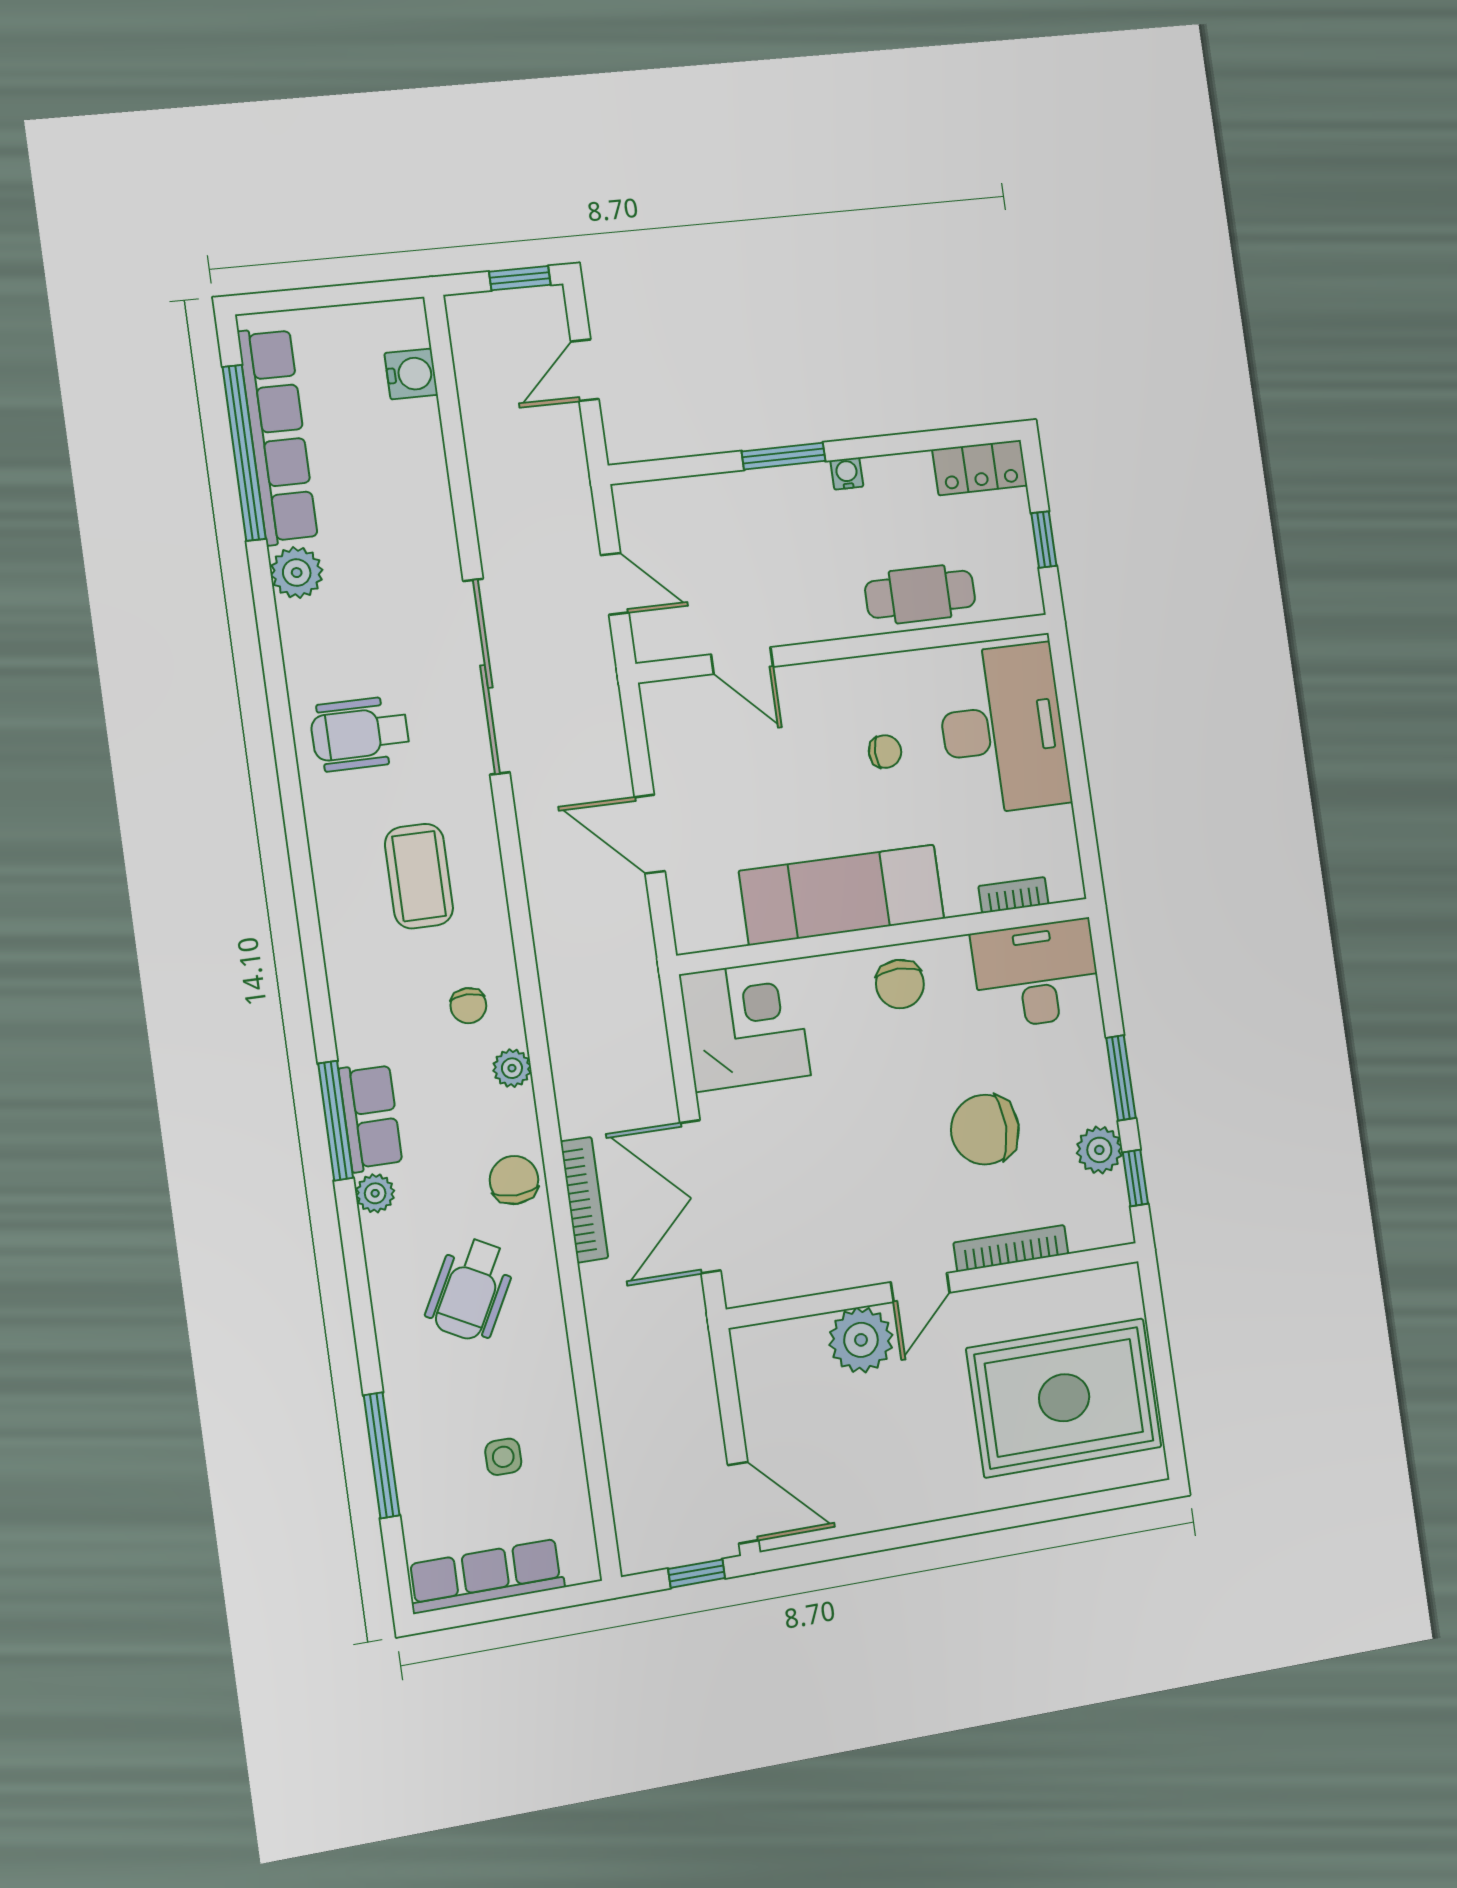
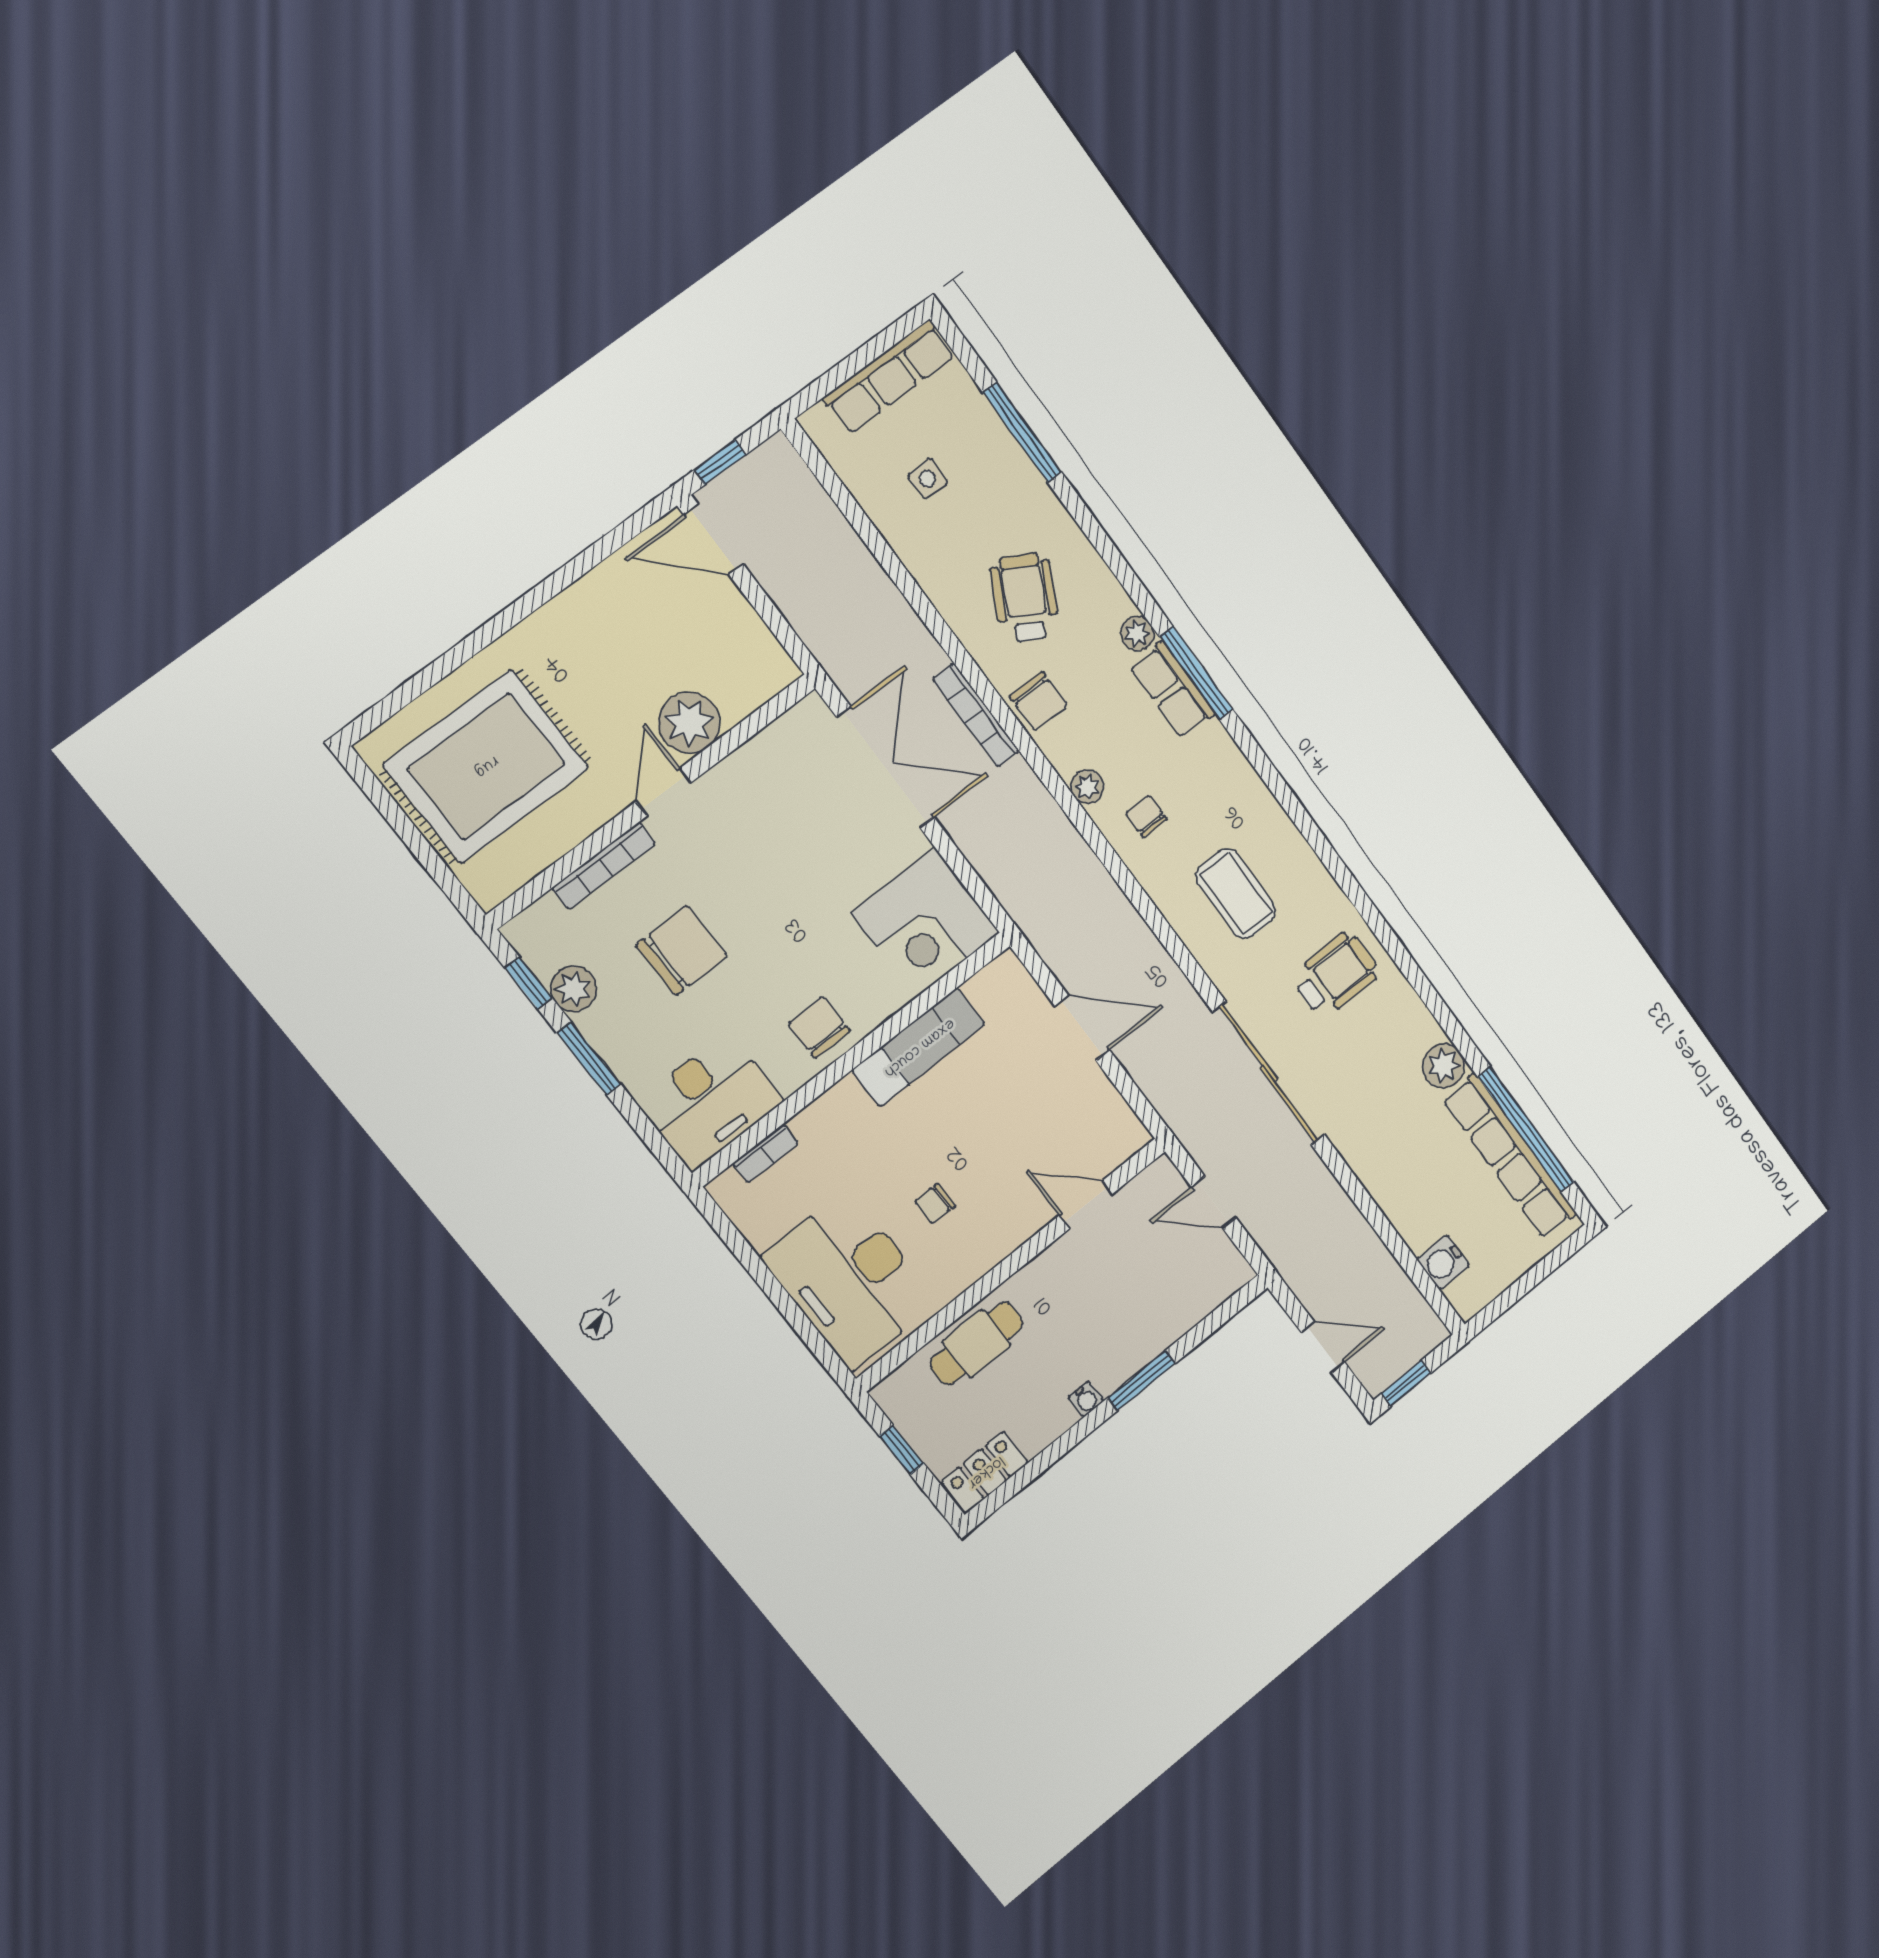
door: (585, 370) -> (1323, 1347), hinge flipped
exam couch: (842, 895) -> (919, 1047), width x0.73, depth x0.69

